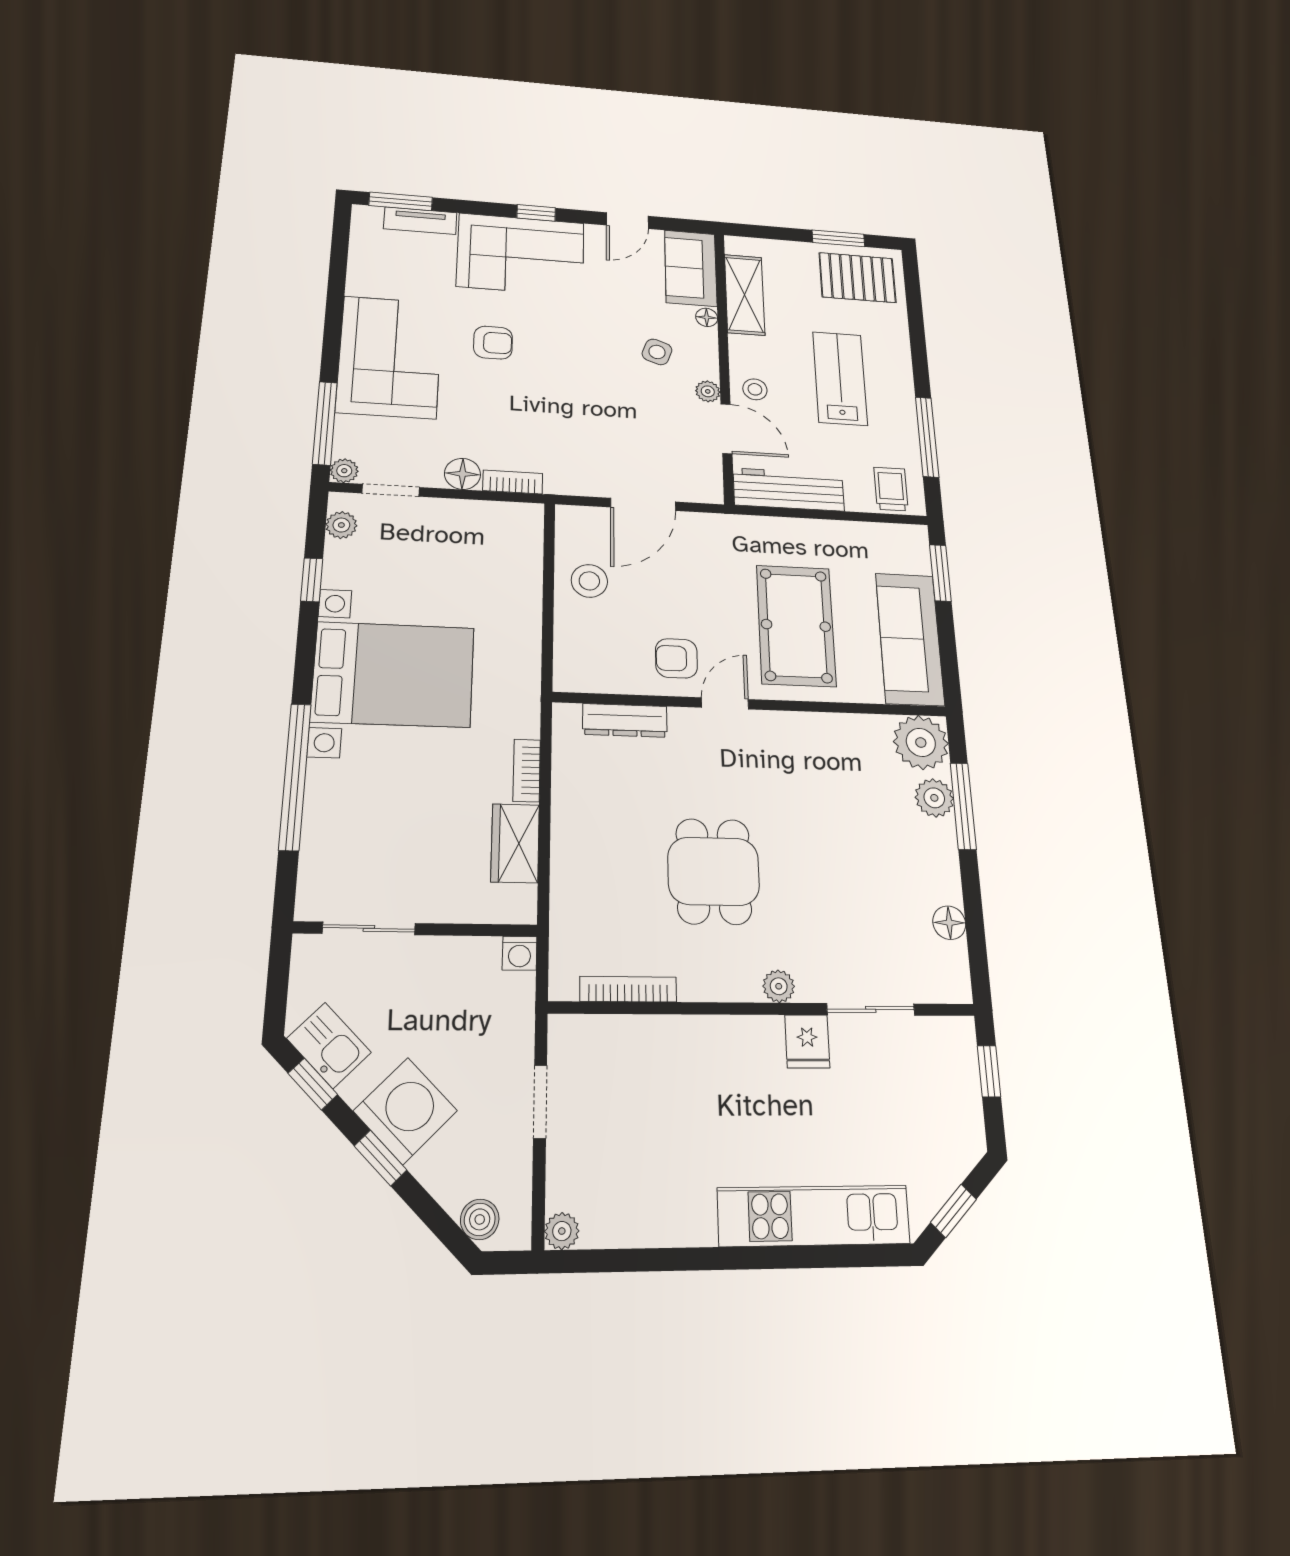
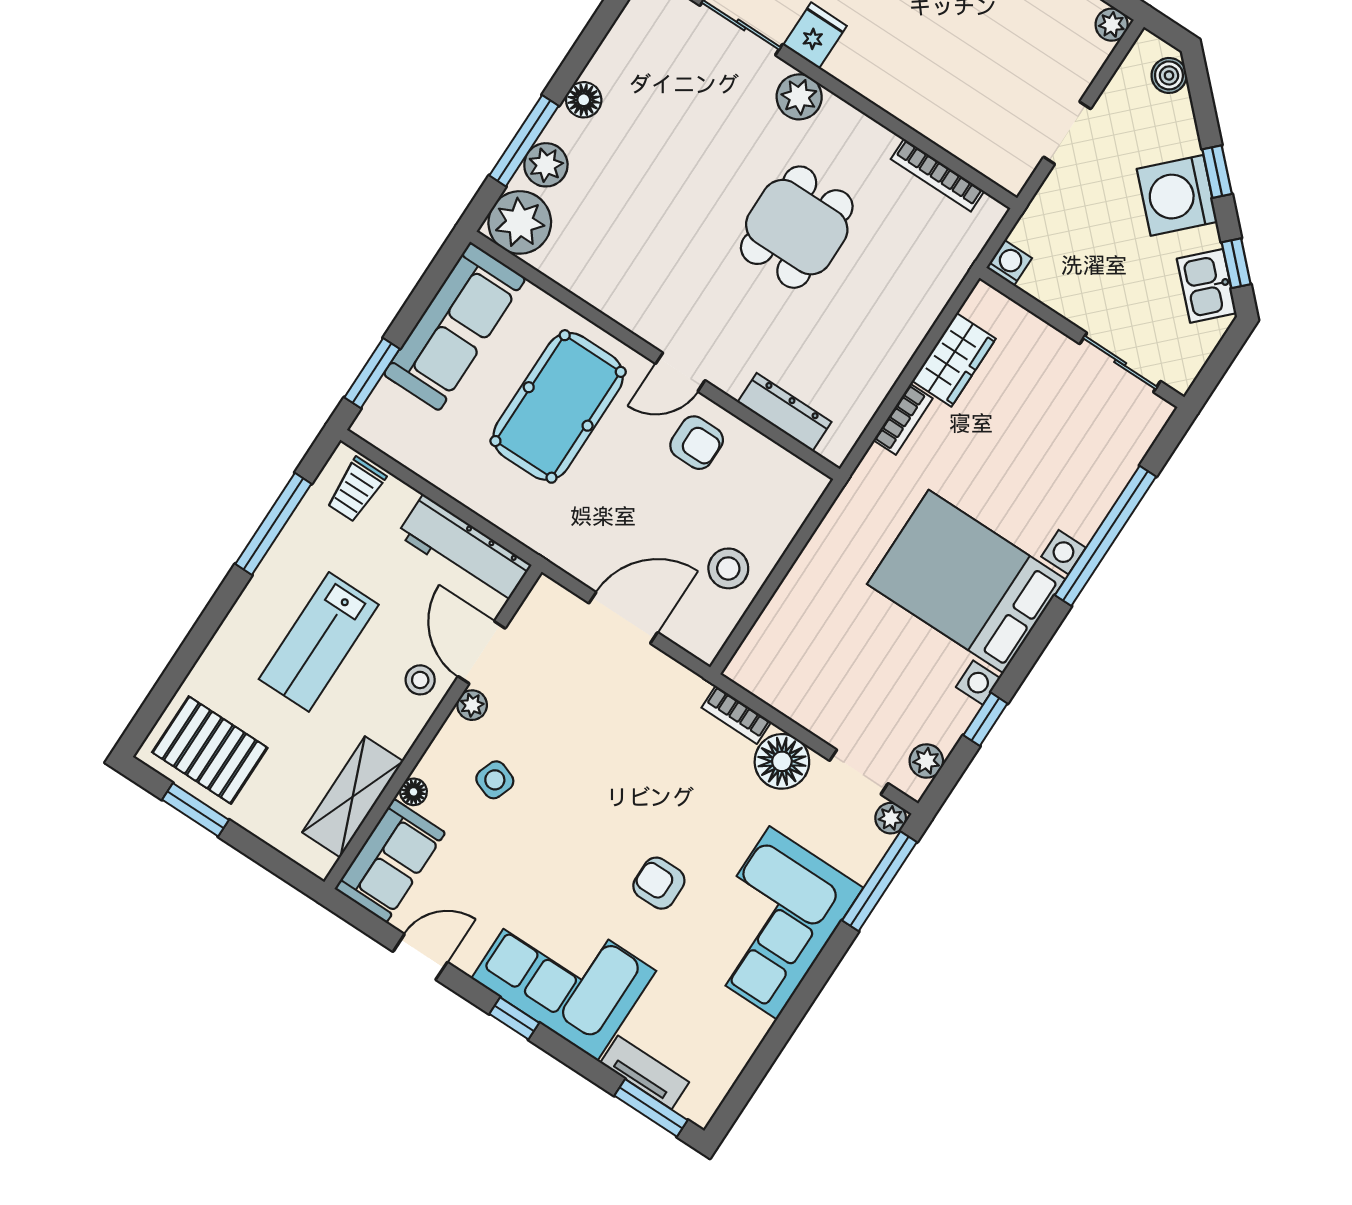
floor lamp: (463, 474) -> (782, 761), width x1.38, depth x1.38
floor lamp: (949, 923) -> (584, 100), moved
plant: (779, 986) -> (799, 97), width x1.38, depth x1.38

